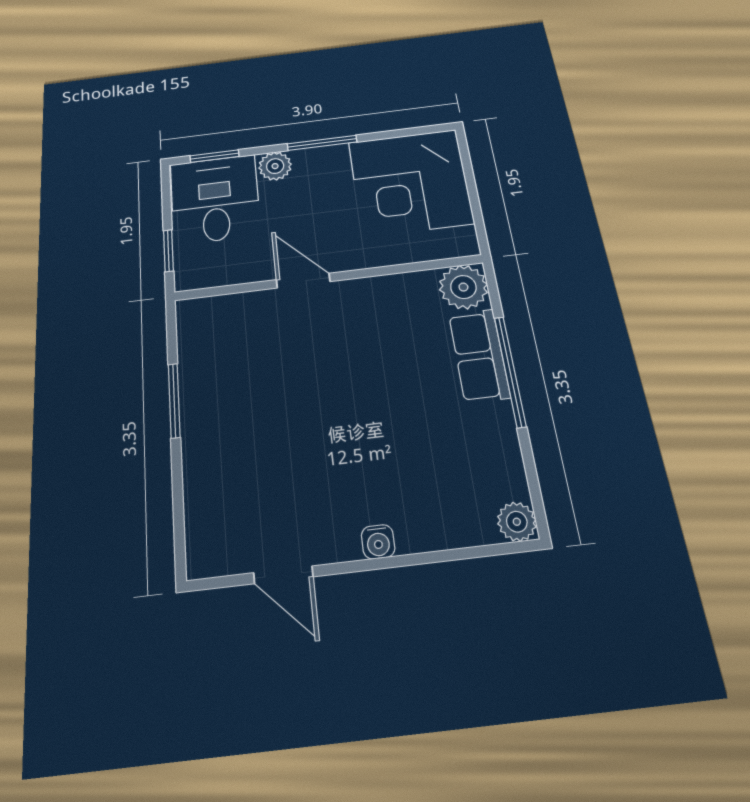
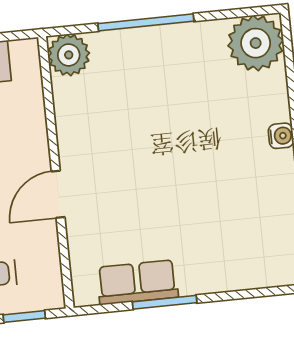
row of seats: (479, 355) -> (137, 282), moved, turned 180
plant: (517, 522) -> (256, 43), width x1.87, depth x1.87

